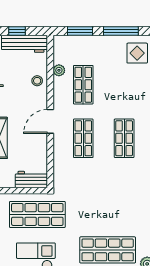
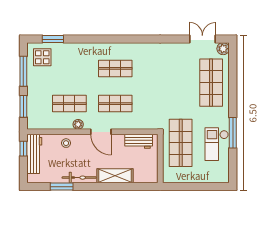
window: (17, 31) -> (23, 149), moved
plant: (59, 70) -> (78, 124), moved
workbench: (31, 180) -> (139, 141), moved, turned -90

